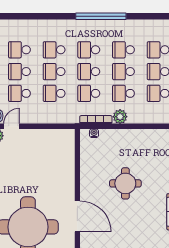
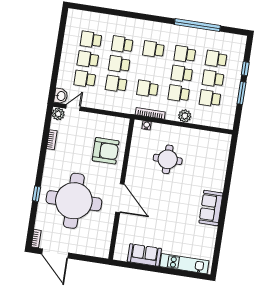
window: (101, 16) -> (197, 25), moved
school desk: (89, 72) -> (150, 69), removed
plant: (120, 117) -> (185, 116), moved
armchair: (54, 168) -> (106, 151), added
round table: (125, 183) -> (168, 159), moved

